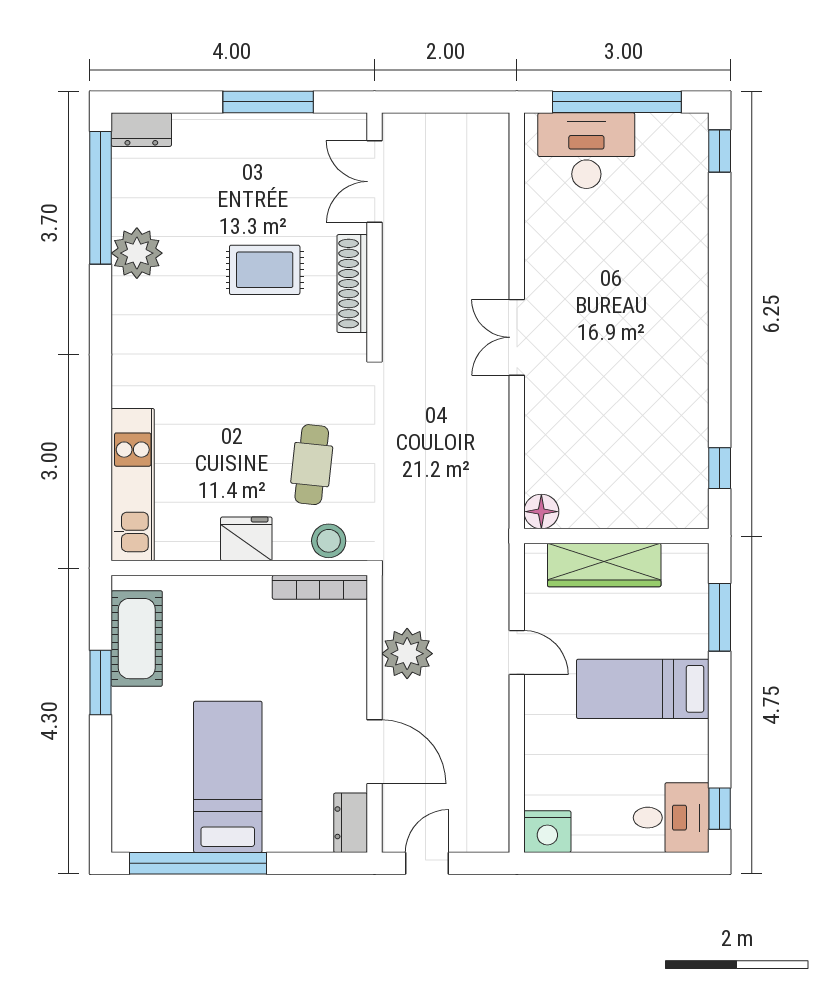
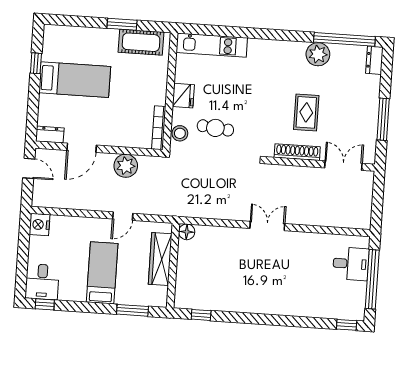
desk: (586, 151) -> (351, 264), width x0.73
window: (198, 863) -> (36, 63), width x0.32

